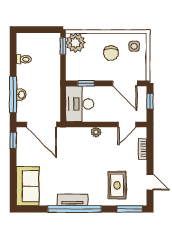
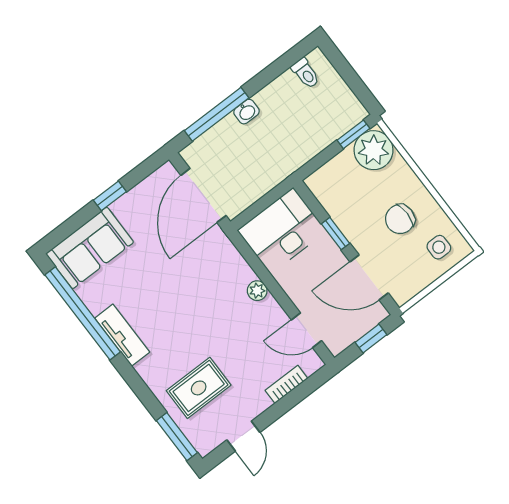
toilet: (24, 59) -> (306, 73), moved
window: (86, 83) -> (336, 234), moved
door: (125, 83) -> (369, 277), hinge flipped
washbasin: (21, 95) -> (246, 112), moved
window: (13, 140) -> (110, 196), moved
window: (75, 209) -> (83, 313), moved

